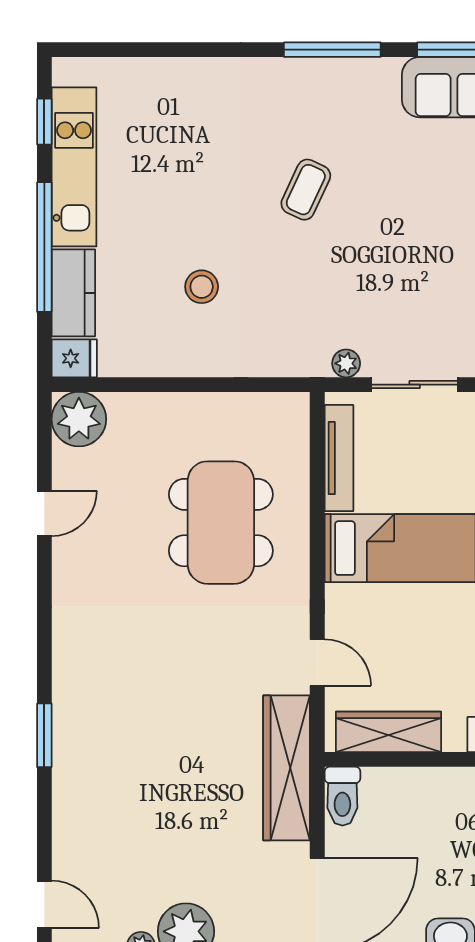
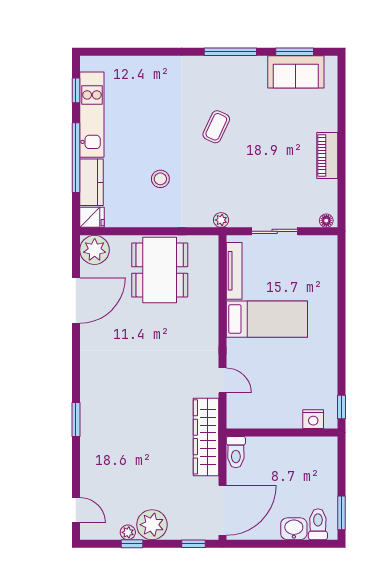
plant: (346, 363) -> (221, 220), moved
door: (44, 513) -> (76, 300), width x1.87
dining table: (221, 523) -> (160, 270), moved
wardrobe: (388, 732) -> (261, 418), removed

